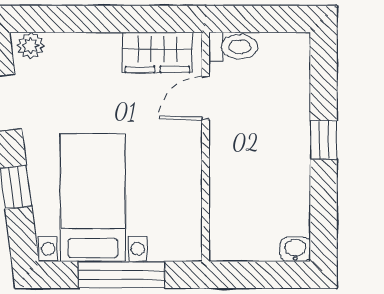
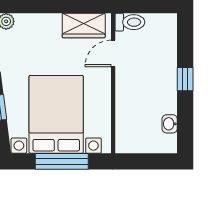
bed with nightstands: (93, 198) -> (56, 114), width x1.36
washbasin: (295, 249) -> (170, 124), moved, turned -90

